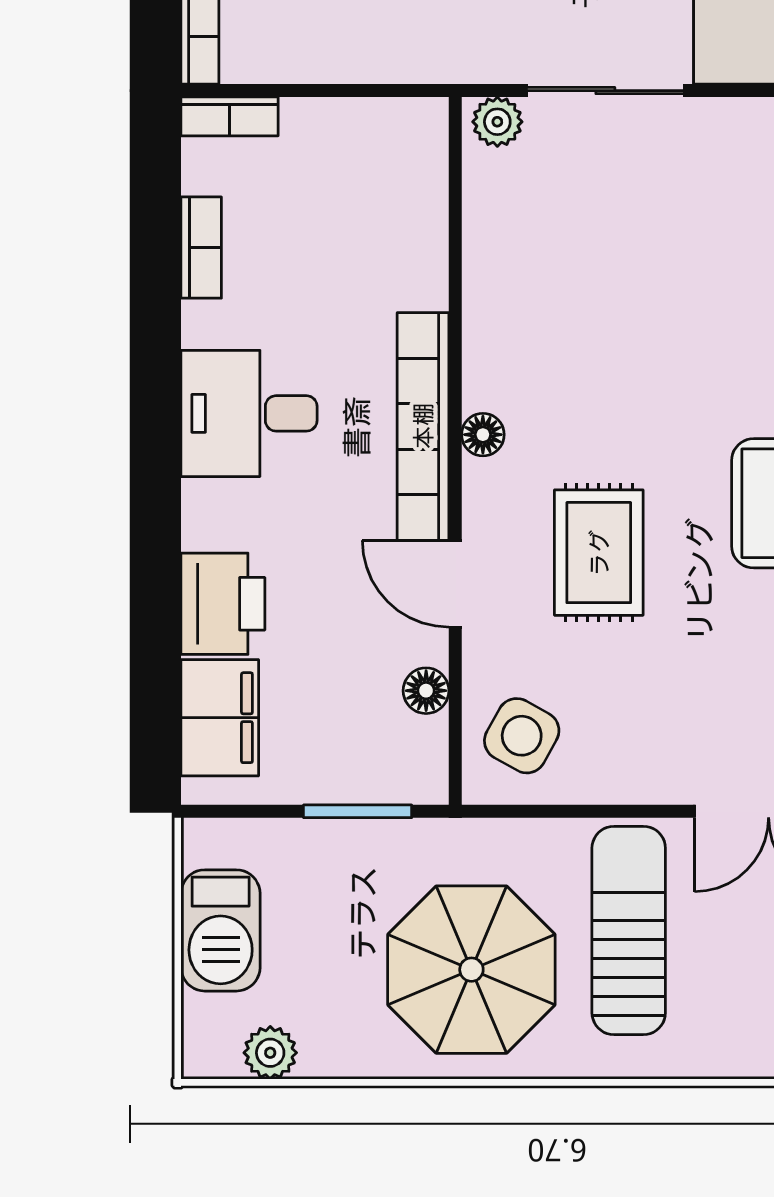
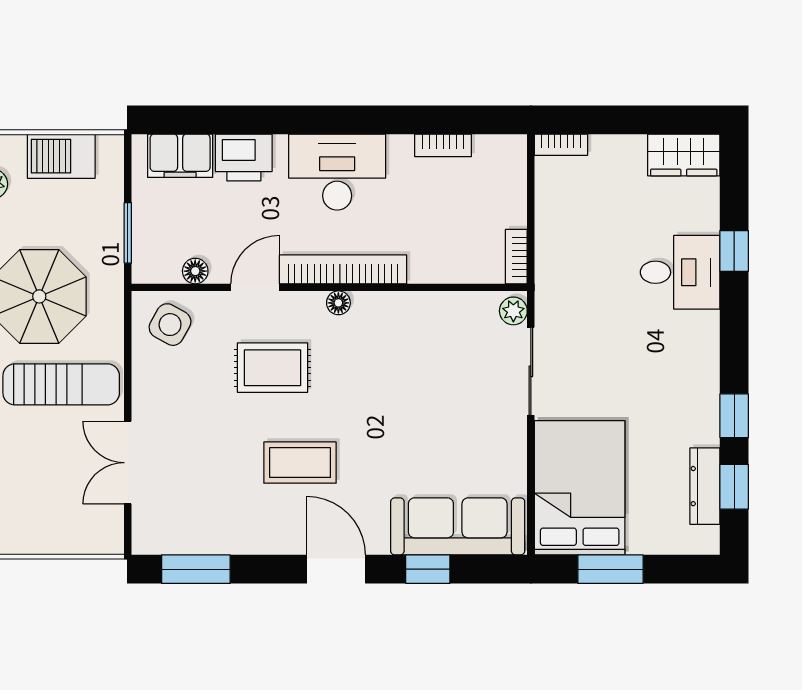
bookcase: (230, 116) -> (516, 257), moved
desk: (249, 413) -> (337, 172), width x1.37

